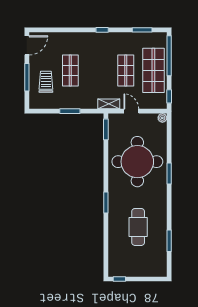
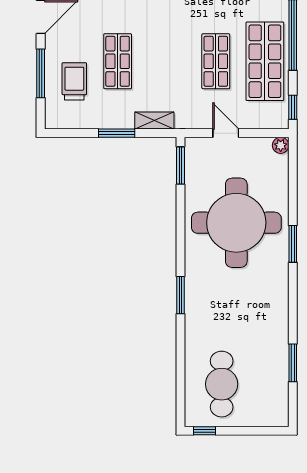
shelving: (109, 104) -> (154, 121), moved
cafe table: (138, 227) -> (222, 384), moved

